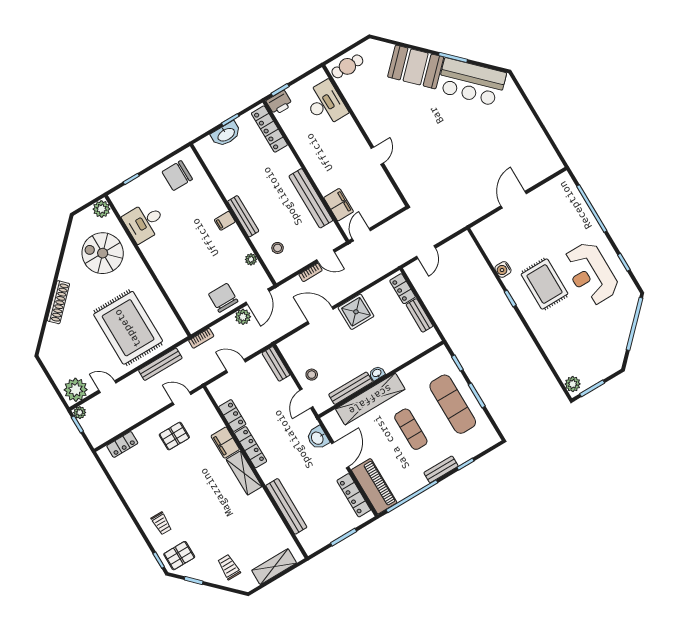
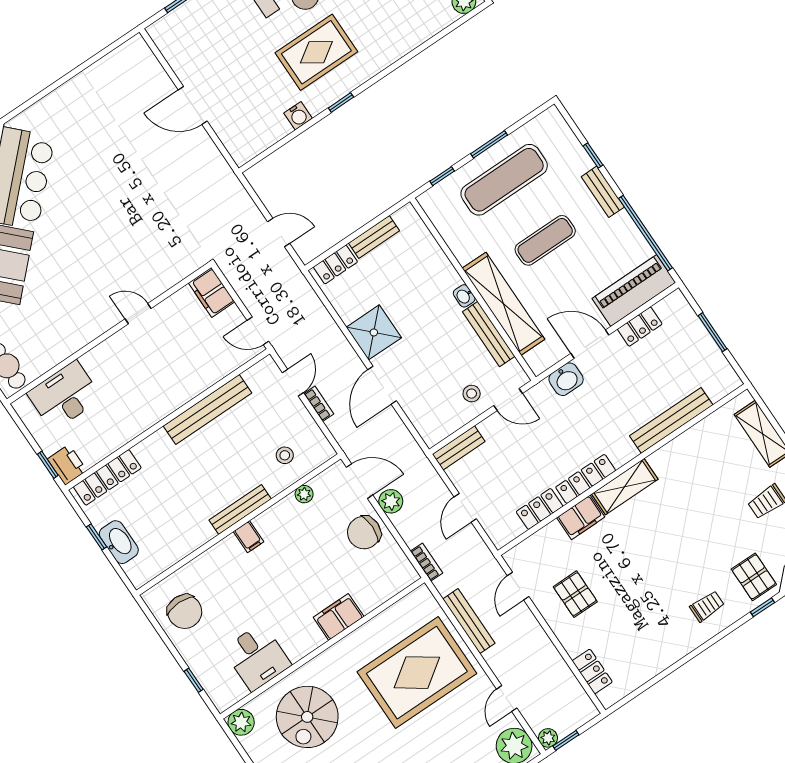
filing cabinet: (339, 205) -> (212, 292), moved, turned -90
filing cabinet: (168, 278) -> (339, 617), added
locker: (354, 495) -> (640, 327), width x0.66

